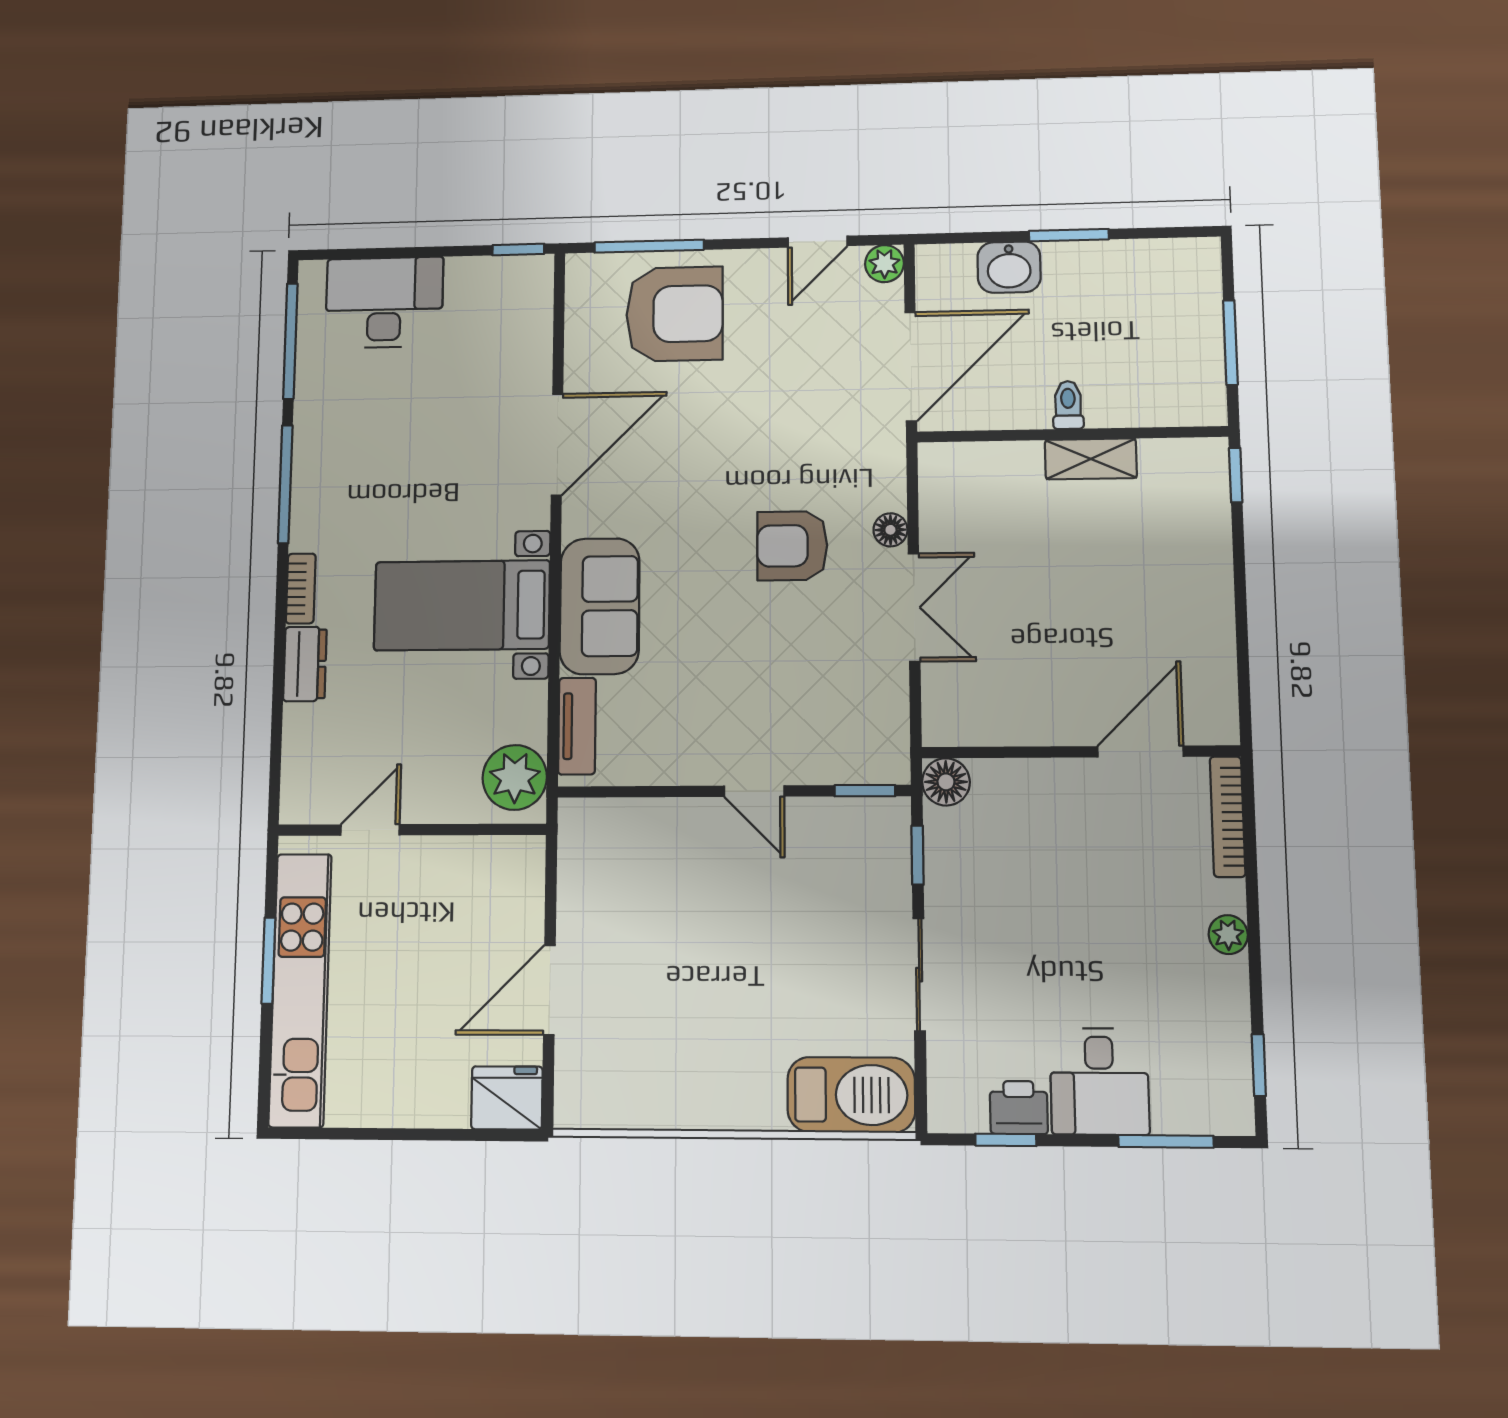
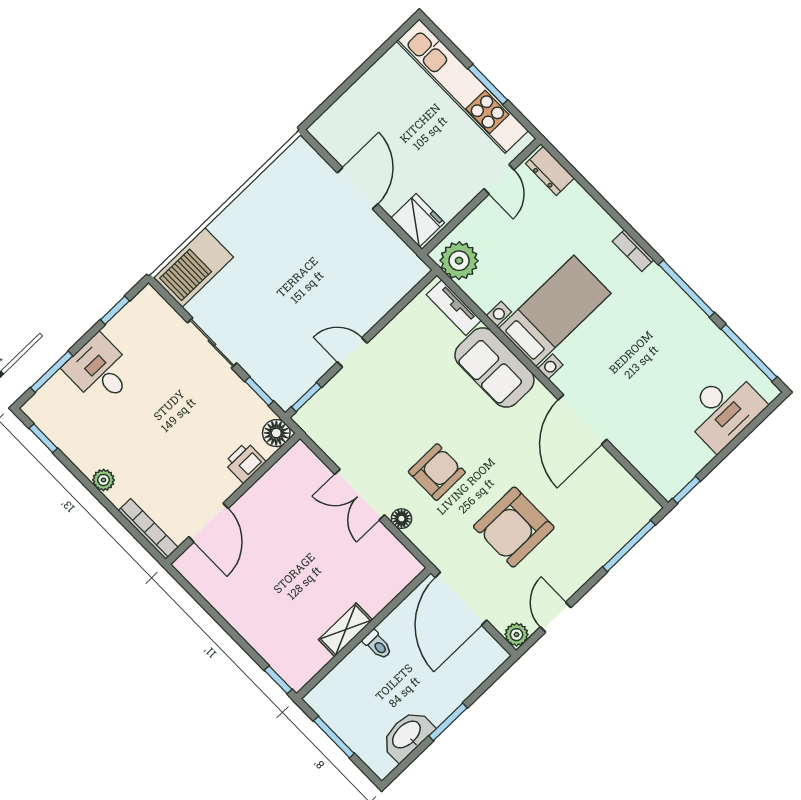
washbasin: (1009, 267) -> (407, 735), moved, width x1.38
armchair: (675, 314) -> (514, 527), moved
dresser: (305, 664) -> (550, 171), moved
fridge: (507, 1098) -> (418, 220), moved, turned -90
printer: (1019, 1108) -> (245, 462), moved, turned 180

